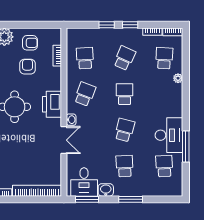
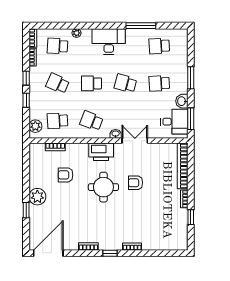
plant: (79, 35) -> (35, 126), added
armchair: (30, 43) -> (136, 183), moved, turned -90
desk: (169, 135) -> (109, 41), moved

